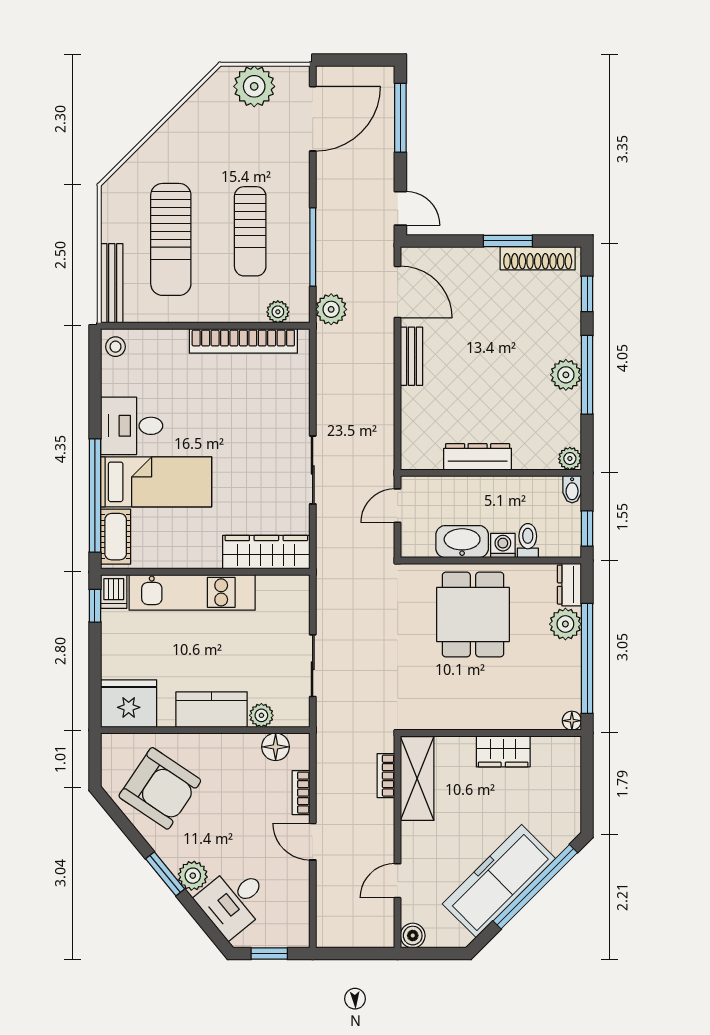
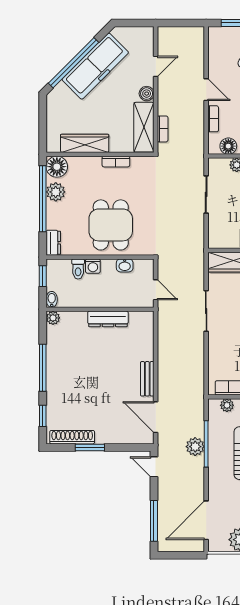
plant: (331, 309) -> (195, 447), moved
plant: (566, 375) -> (55, 368), removed
door: (398, 506) -> (156, 290), hinge flipped
washbasin: (462, 542) -> (125, 265), width x0.52, depth x0.69
plant: (565, 624) -> (56, 192), moved
bookcase: (464, 721) -> (116, 162), added
floor lamp: (572, 721) -> (57, 167), width x1.89, depth x1.89
wardrobe: (503, 751) -> (85, 143), width x1.50
boiler: (413, 936) -> (147, 94), moved

